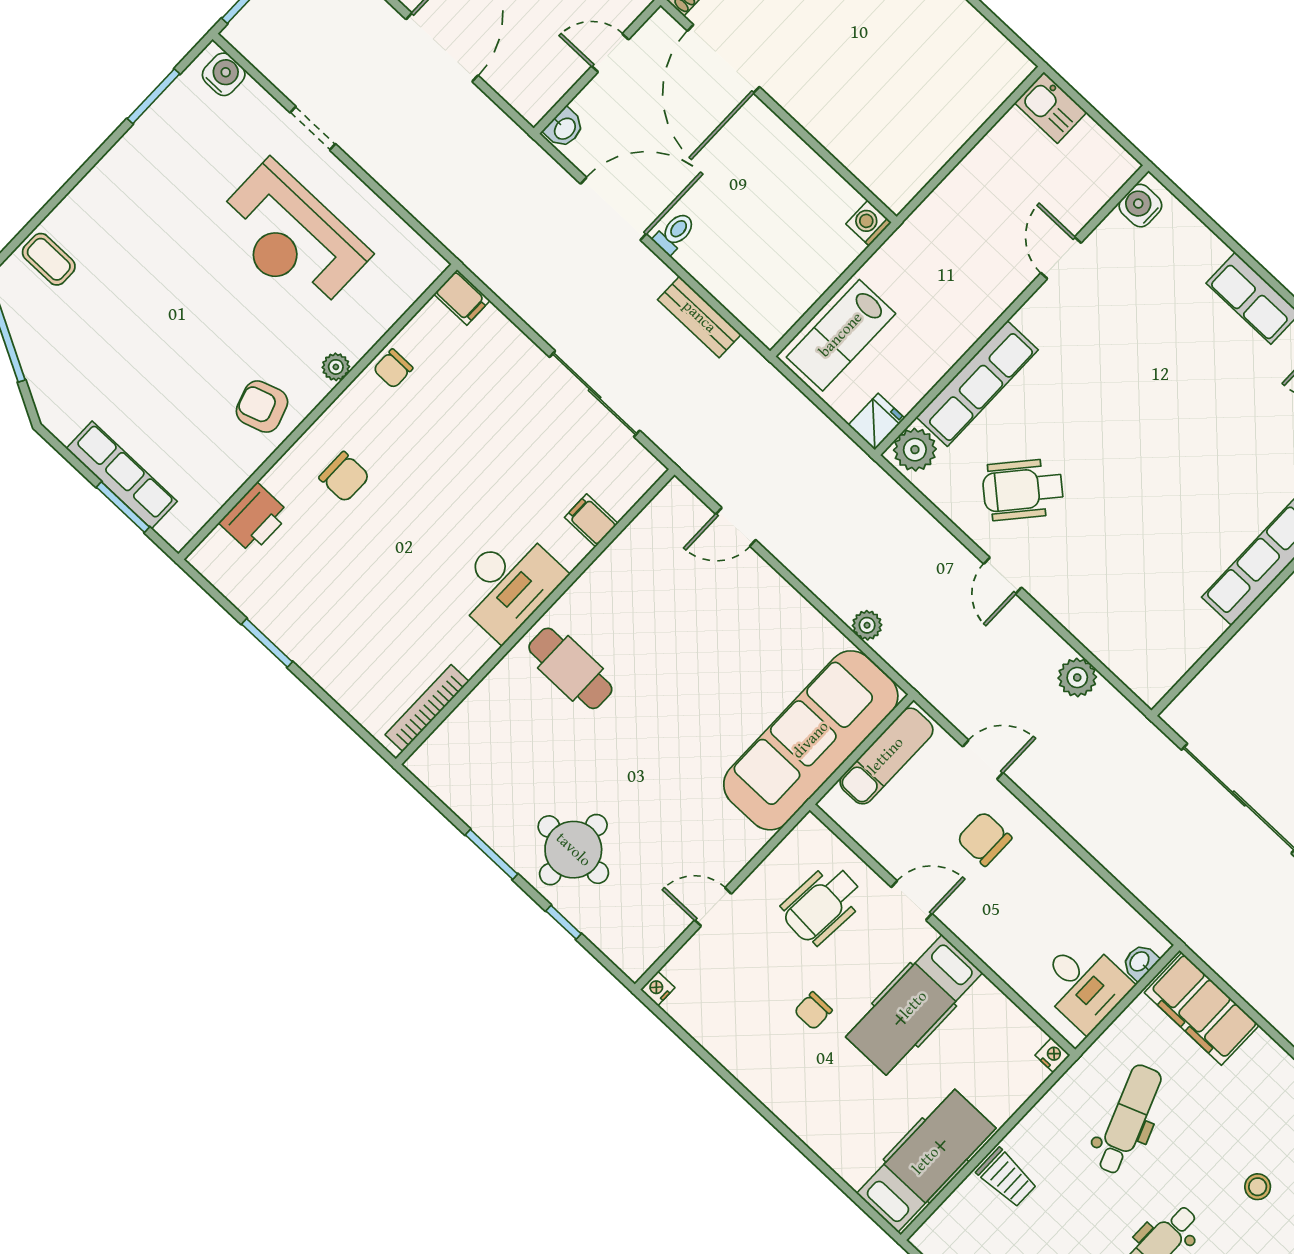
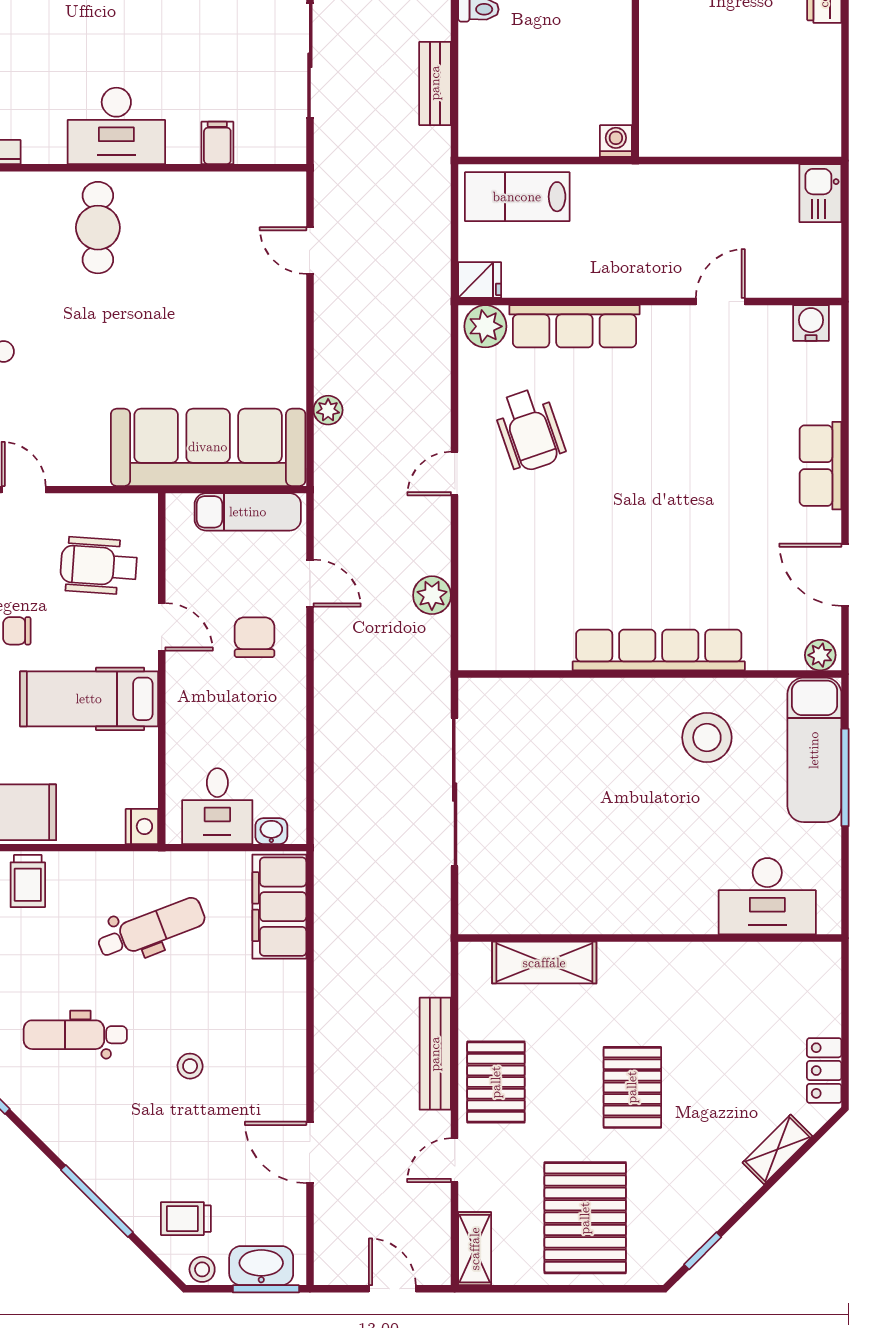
wheelchair: (1023, 490) -> (529, 430), turned -150
nightstand: (1053, 1055) -> (142, 826), width x1.39, depth x1.35

